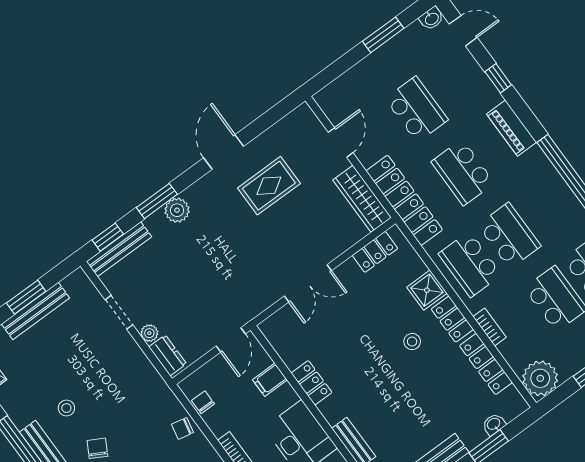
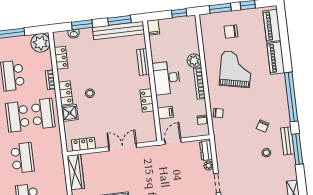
locker: (404, 200) -> (57, 160), removed
locker: (486, 364) -> (61, 58), width x0.66

